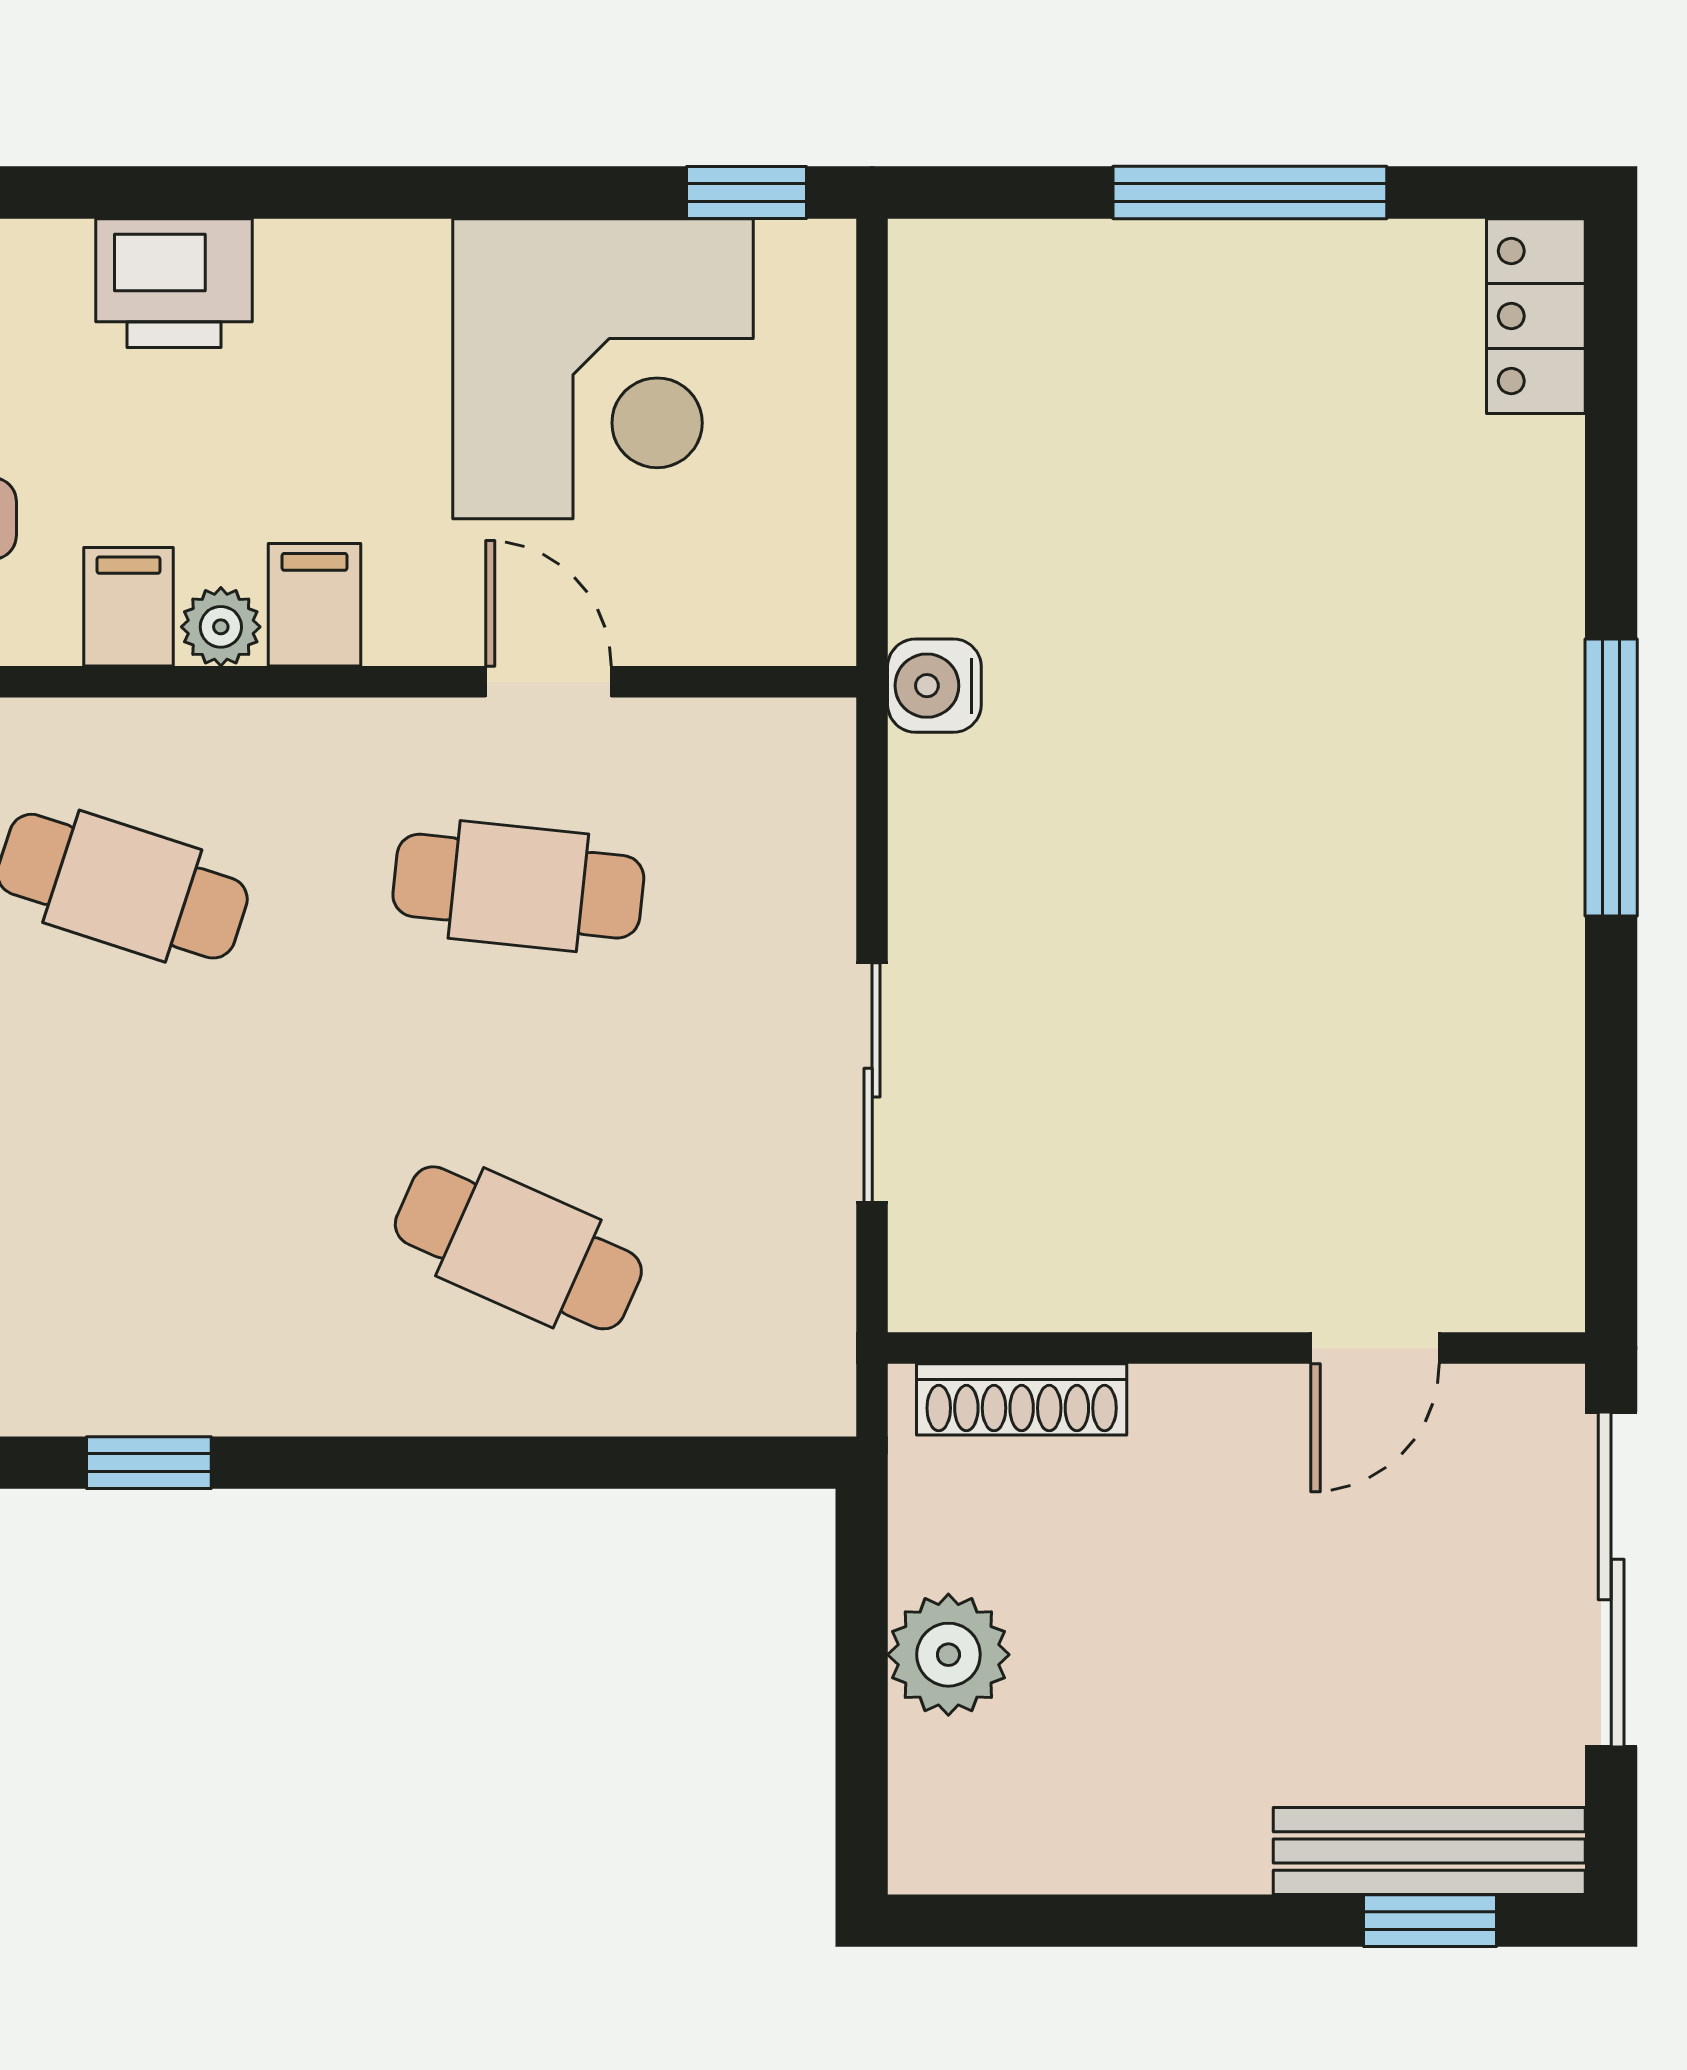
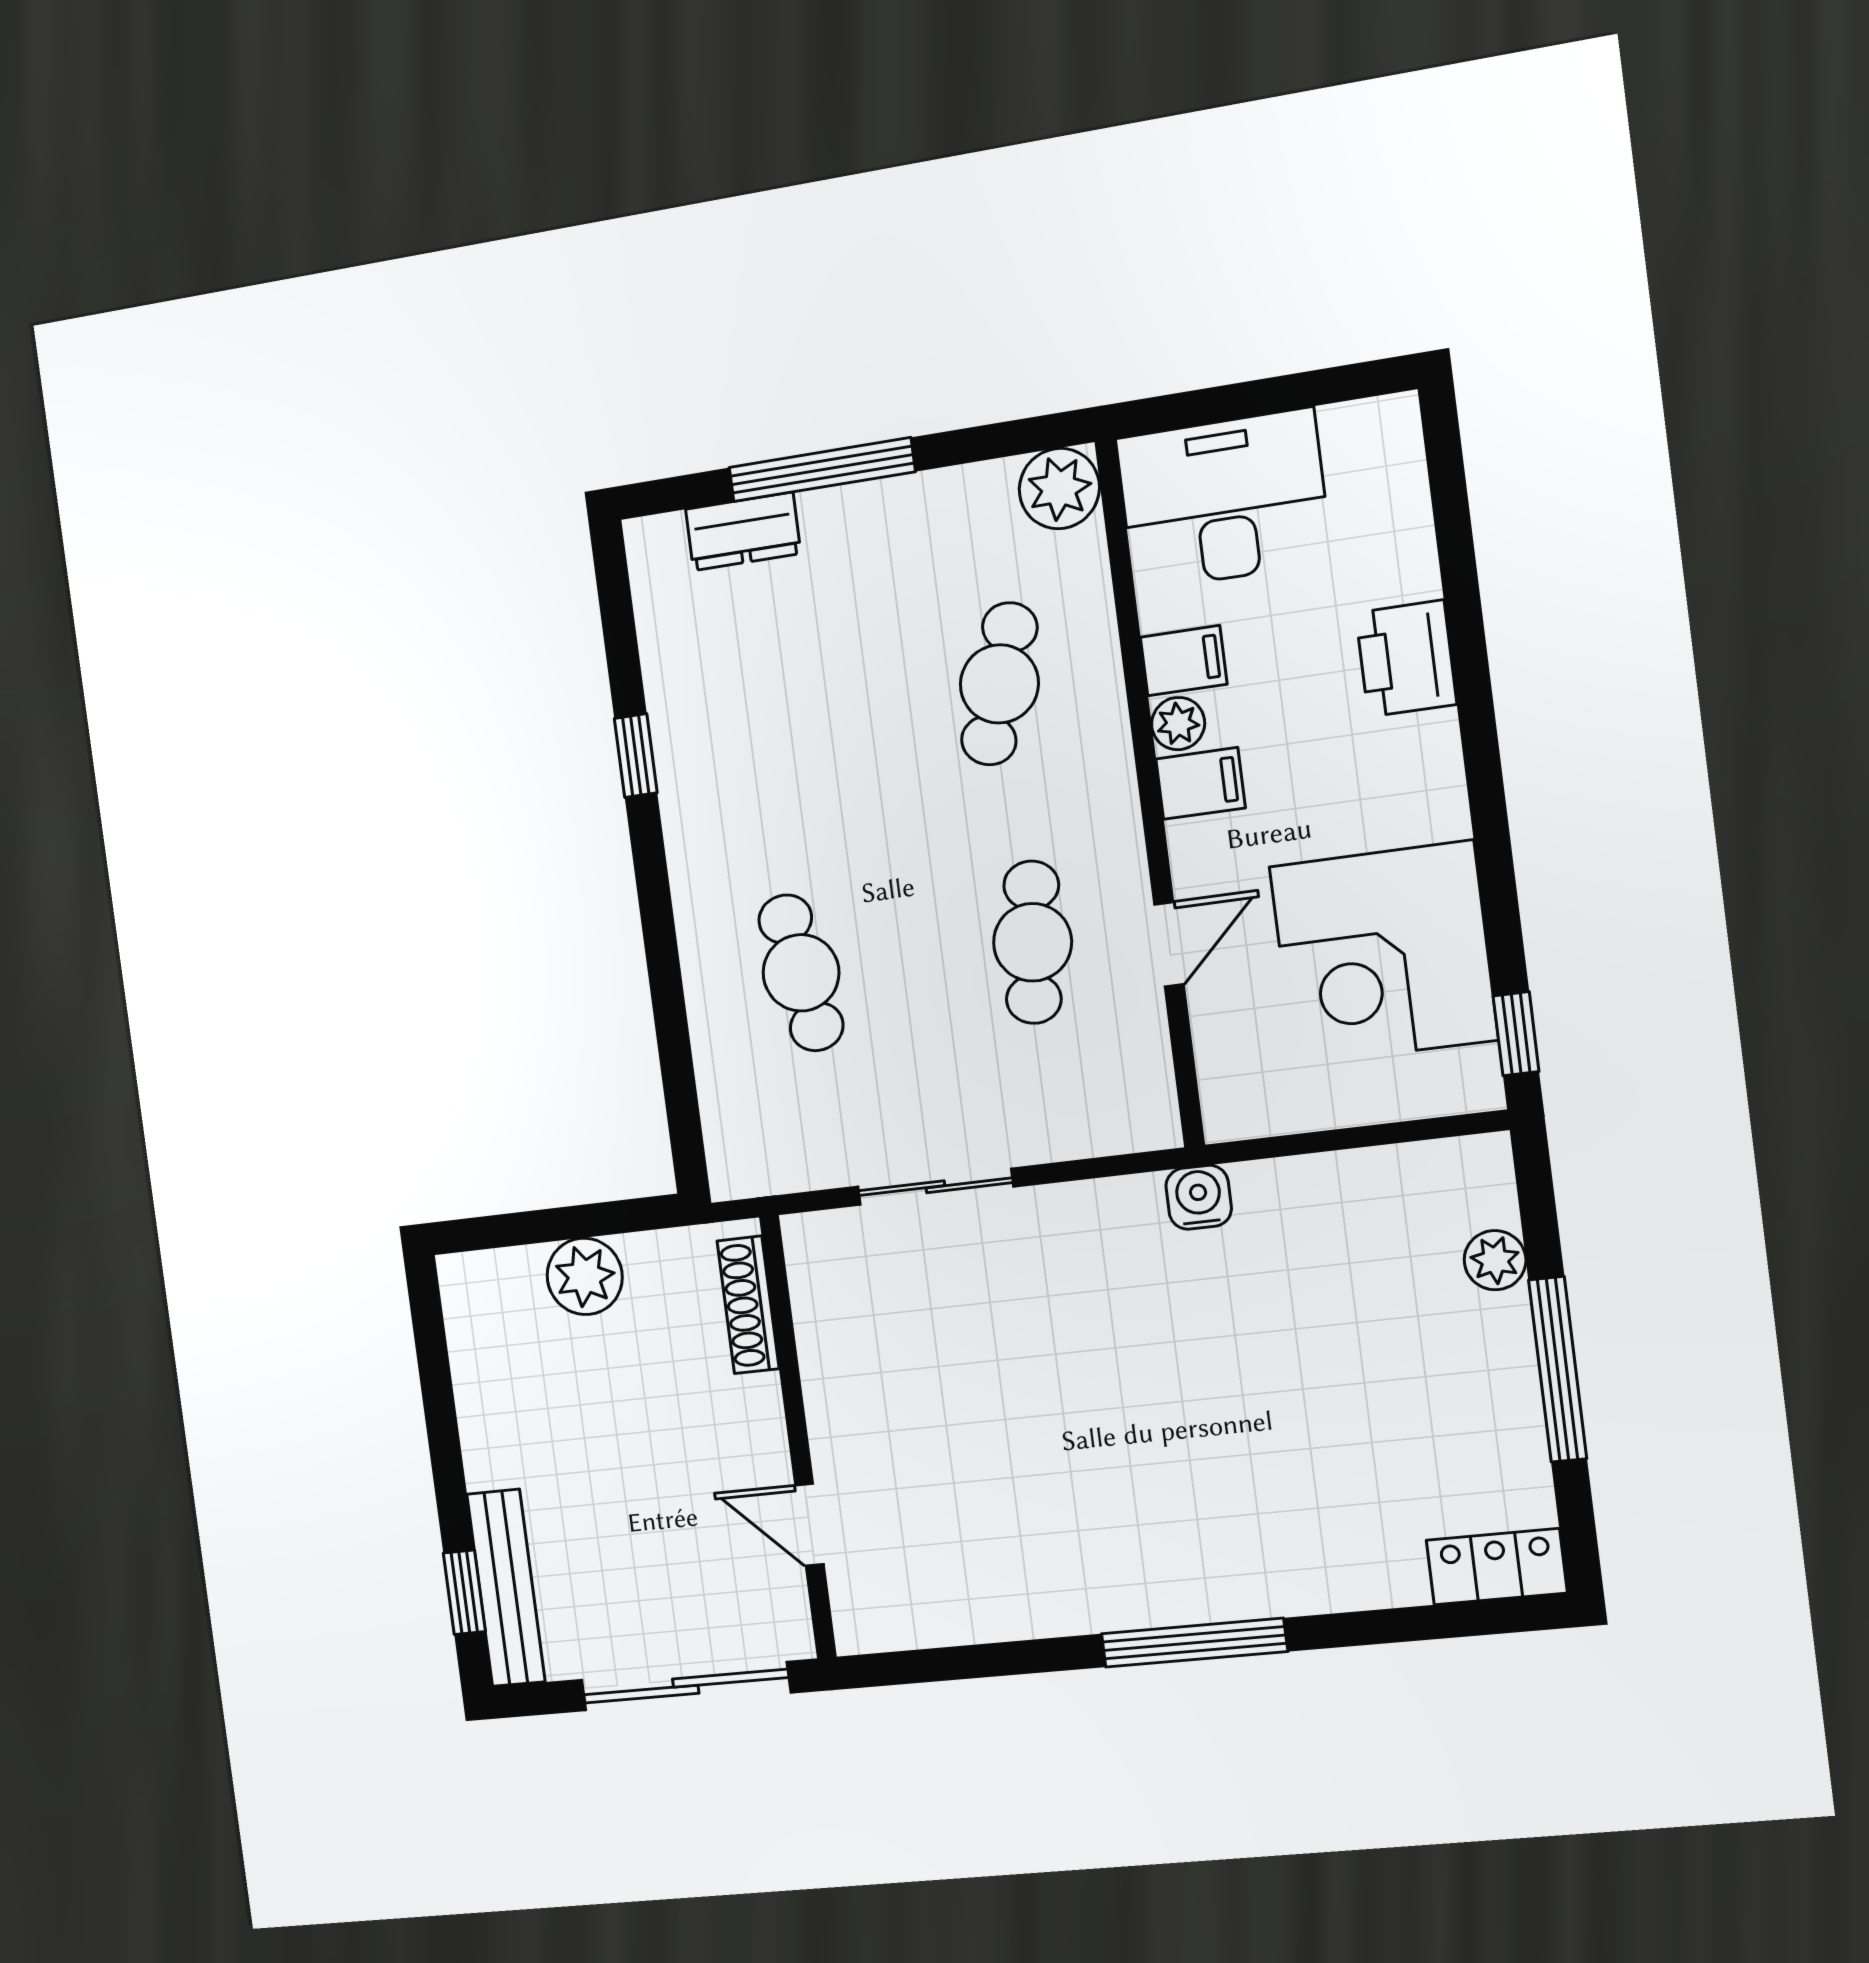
plant: (1078, 263) -> (1495, 1260), added
cafe table: (518, 1248) -> (801, 973), turned -33

